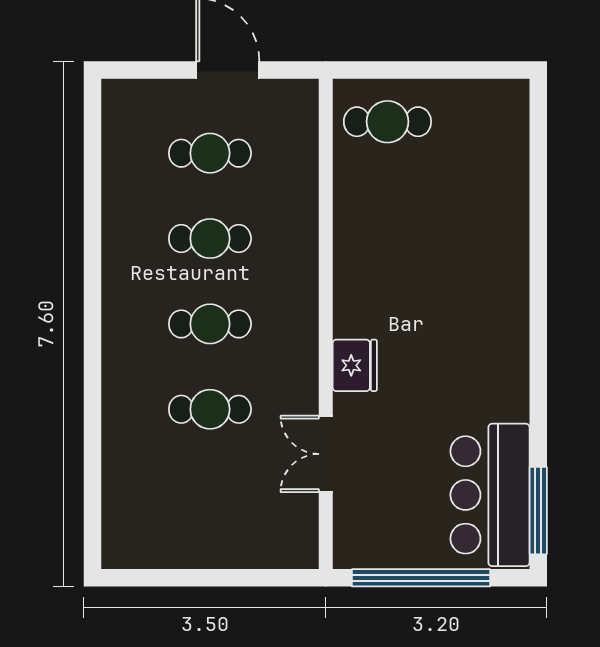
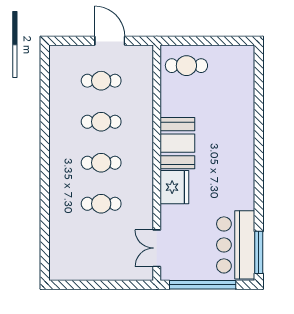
booth: (369, 283) -> (177, 143), added
fridge: (355, 365) -> (174, 187), width x1.36, depth x1.34
double door: (326, 454) -> (157, 248), moved

